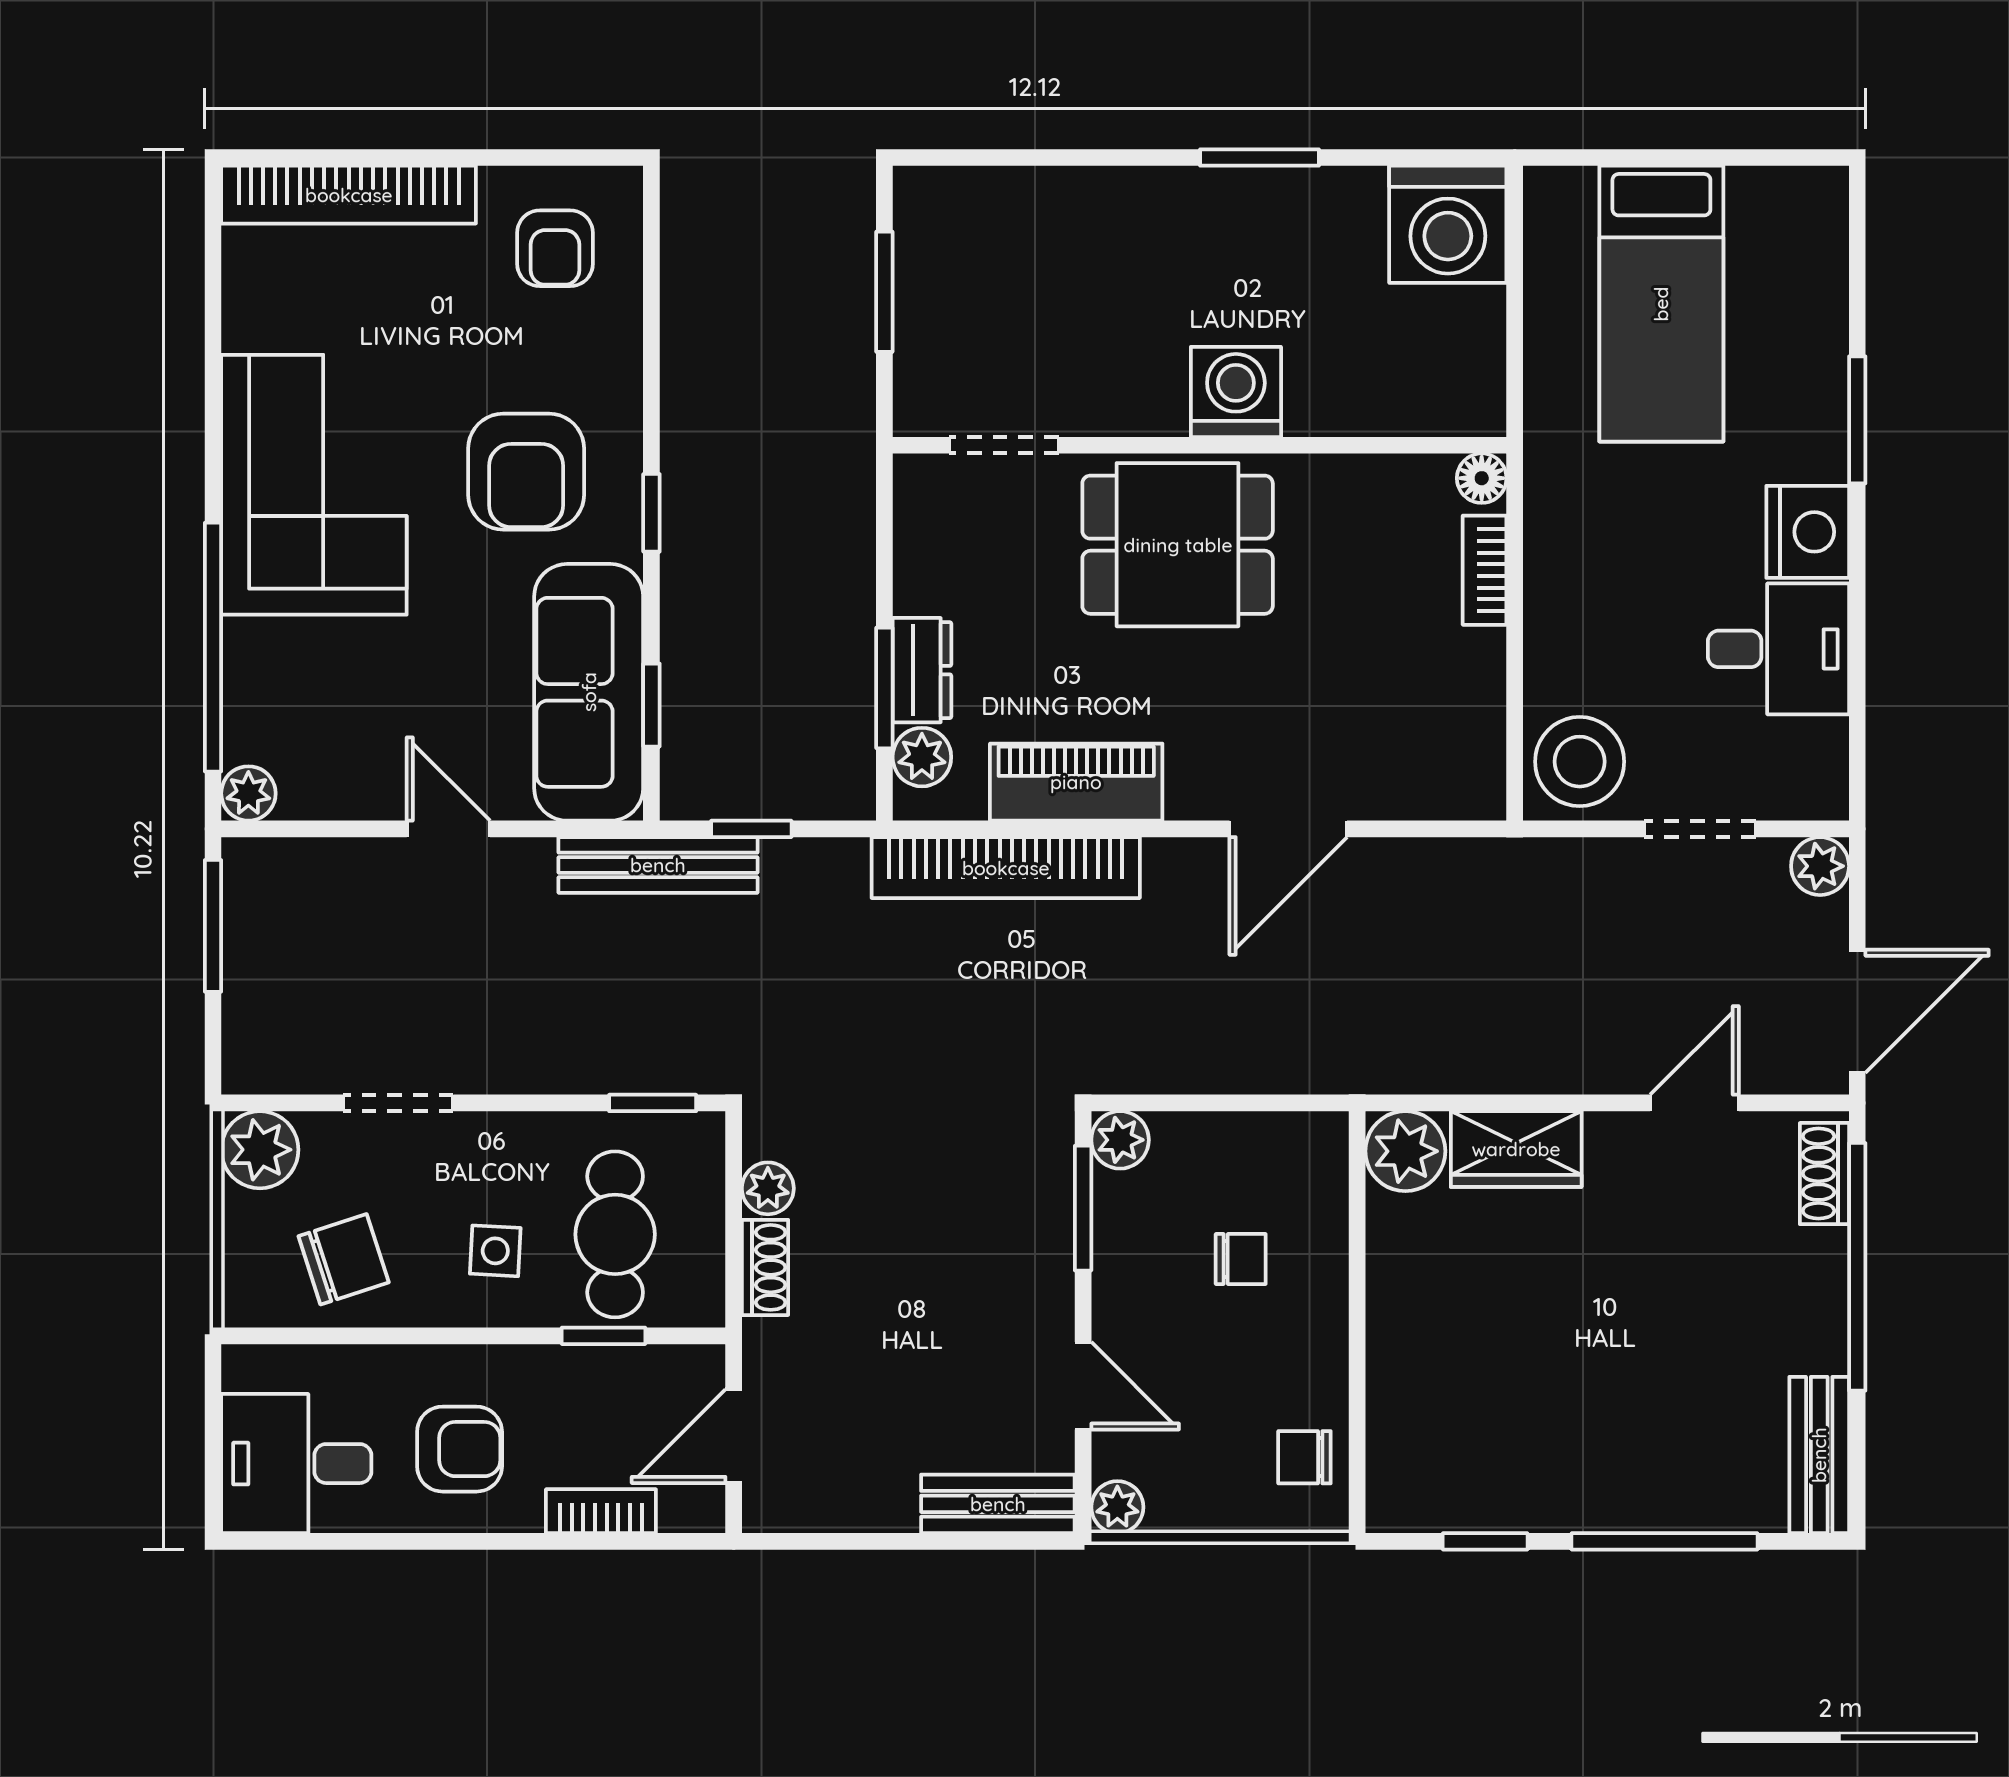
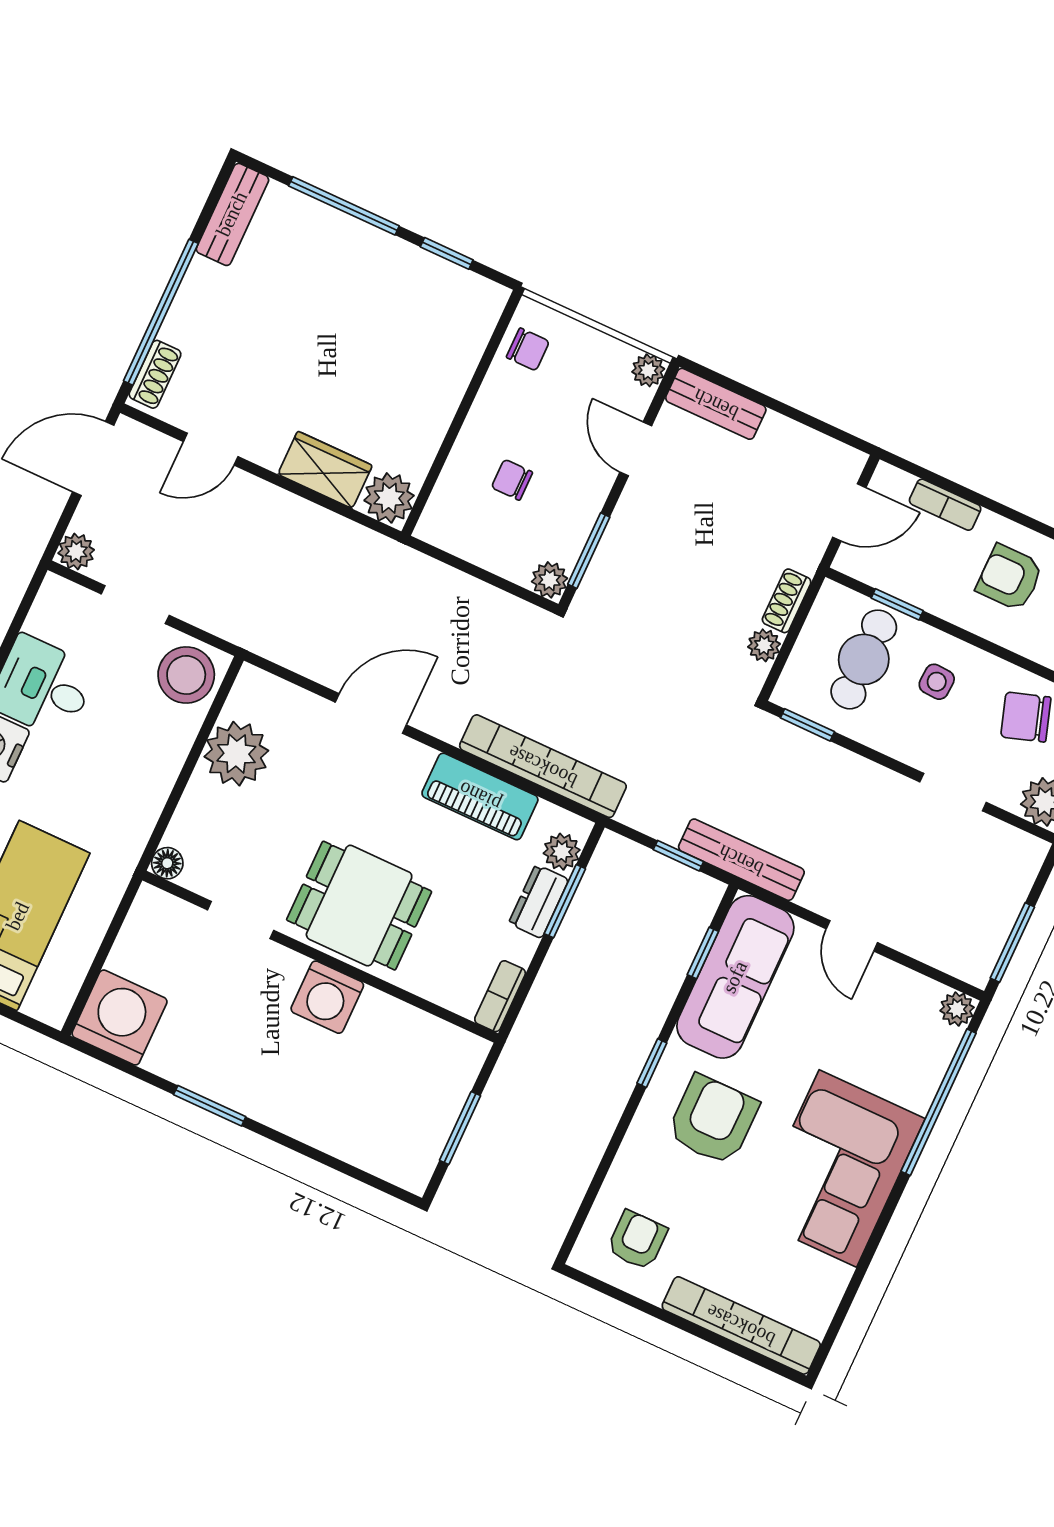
washing machine: (1236, 392) -> (327, 997), moved
doorway: (1004, 445) -> (241, 920), moved
bookcase: (1485, 570) -> (500, 996), moved, turned 180
plant: (1455, 682) -> (236, 754), added

